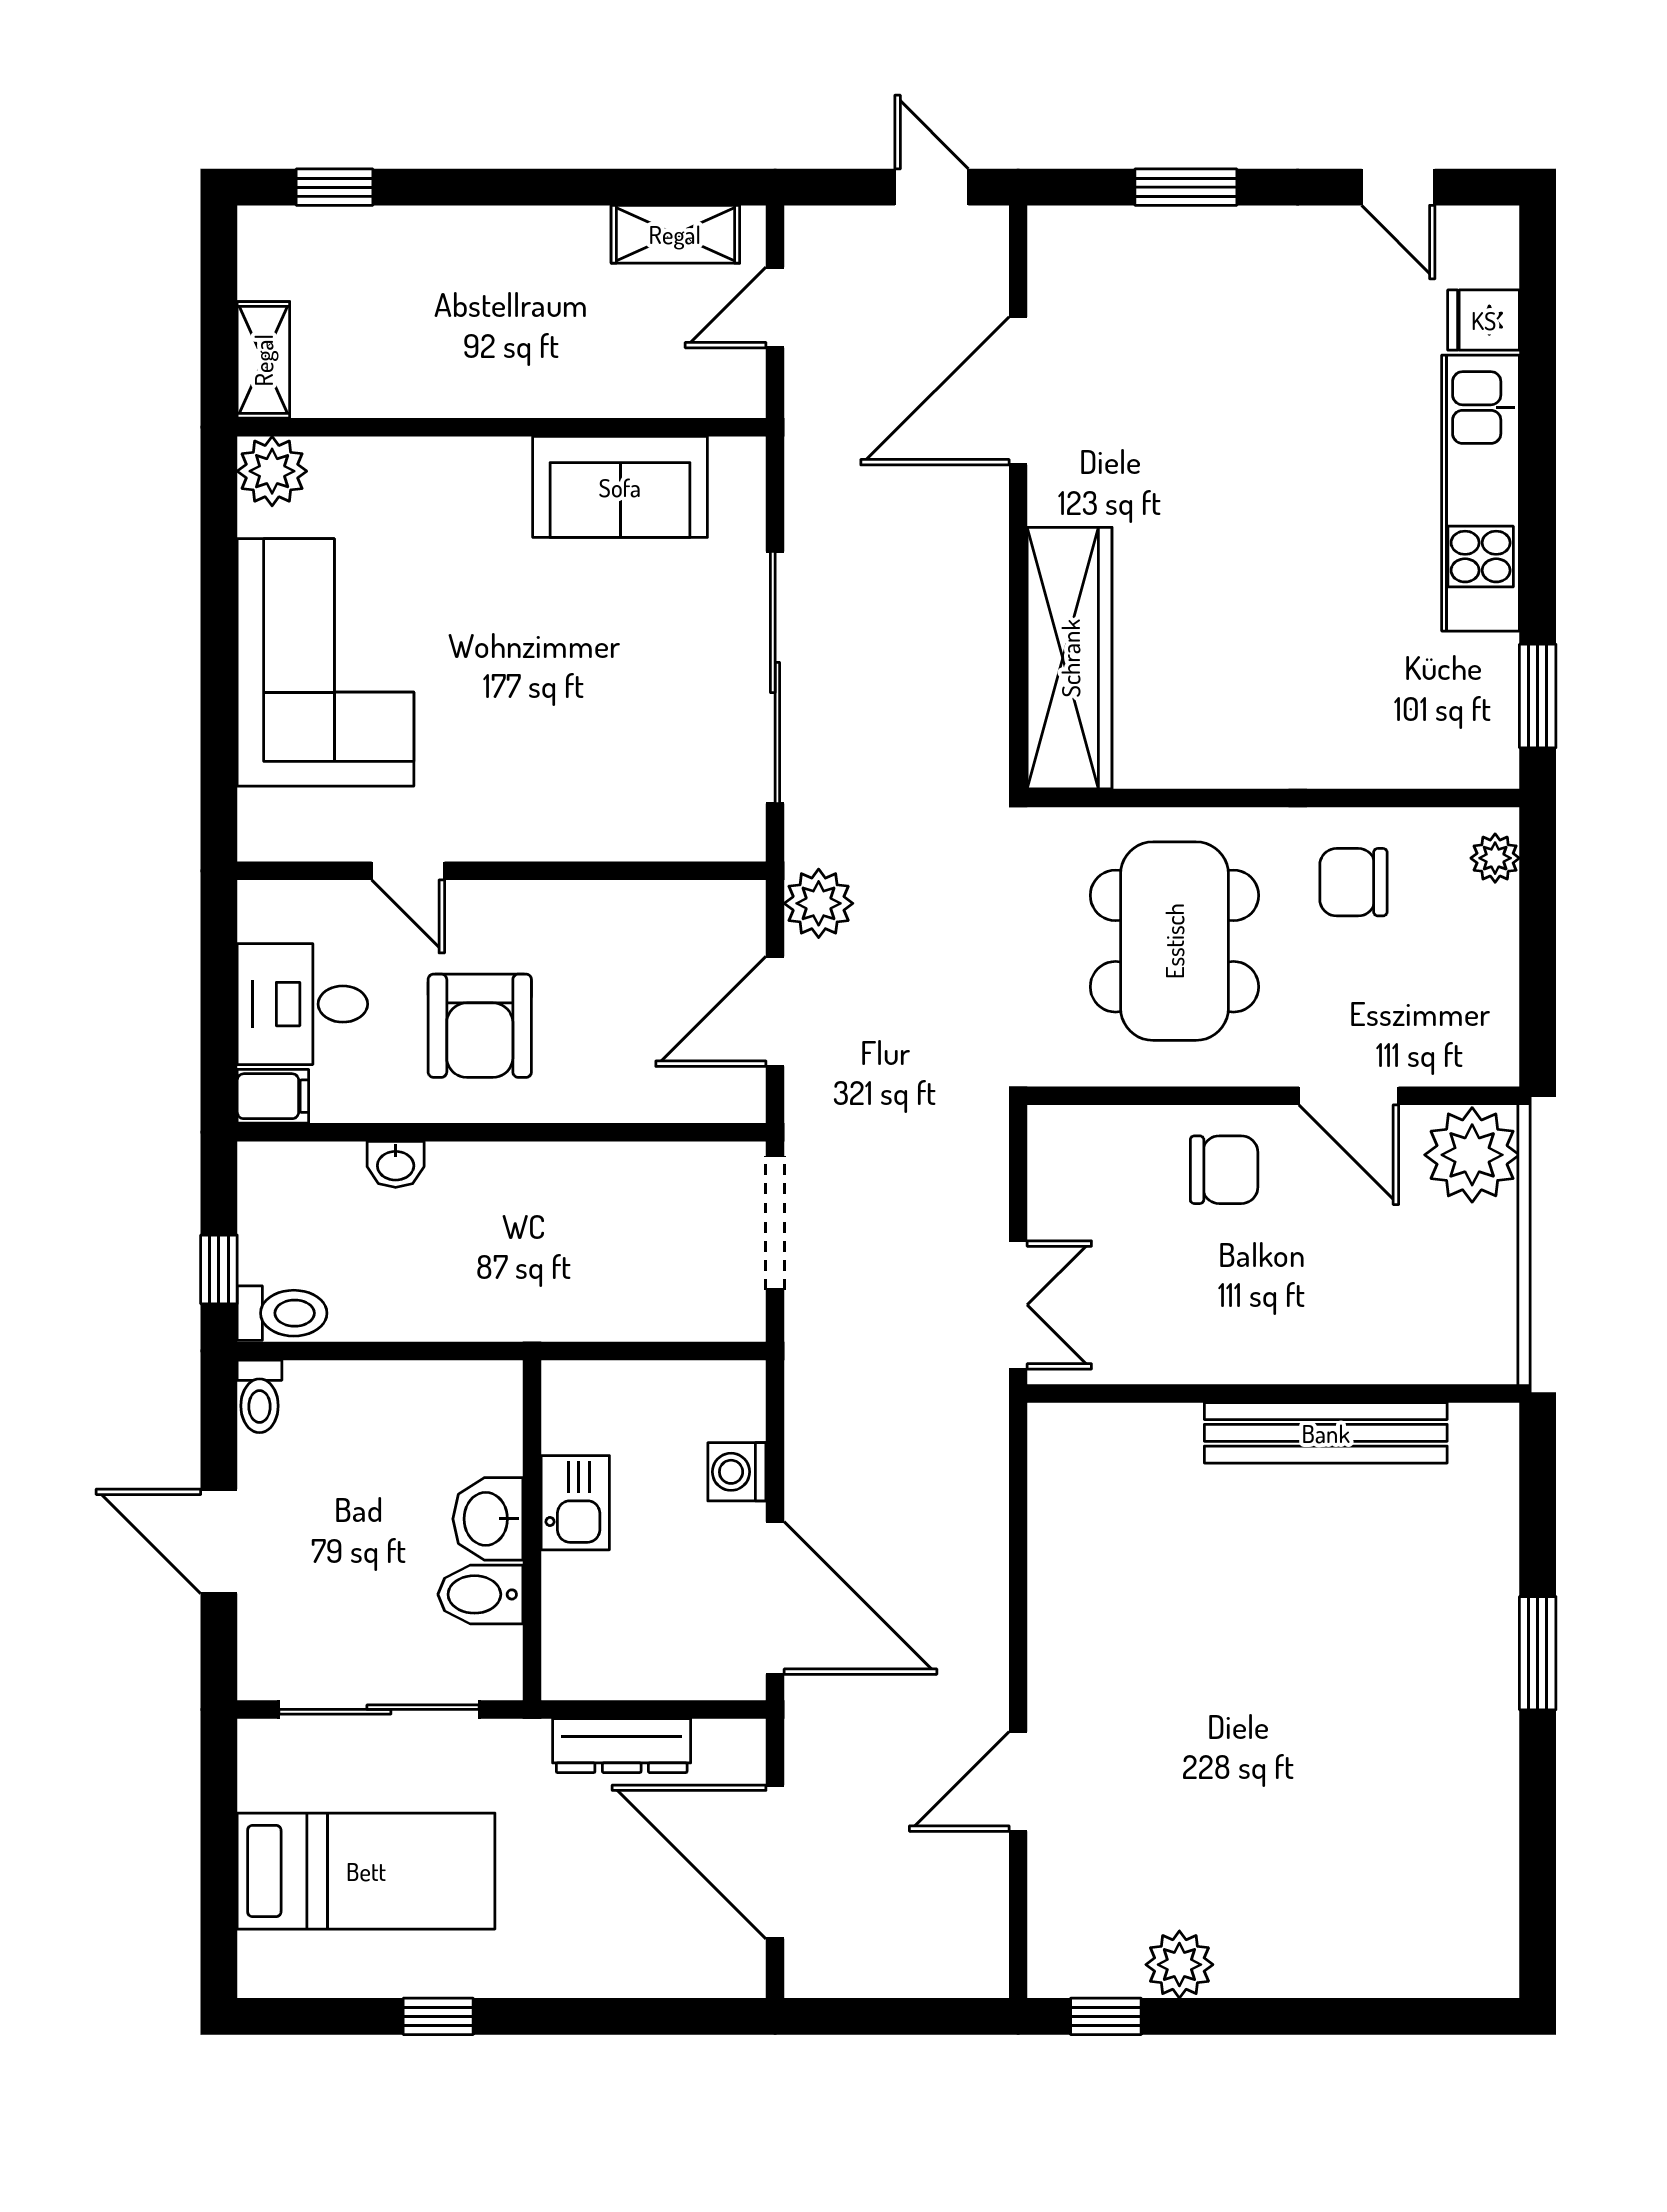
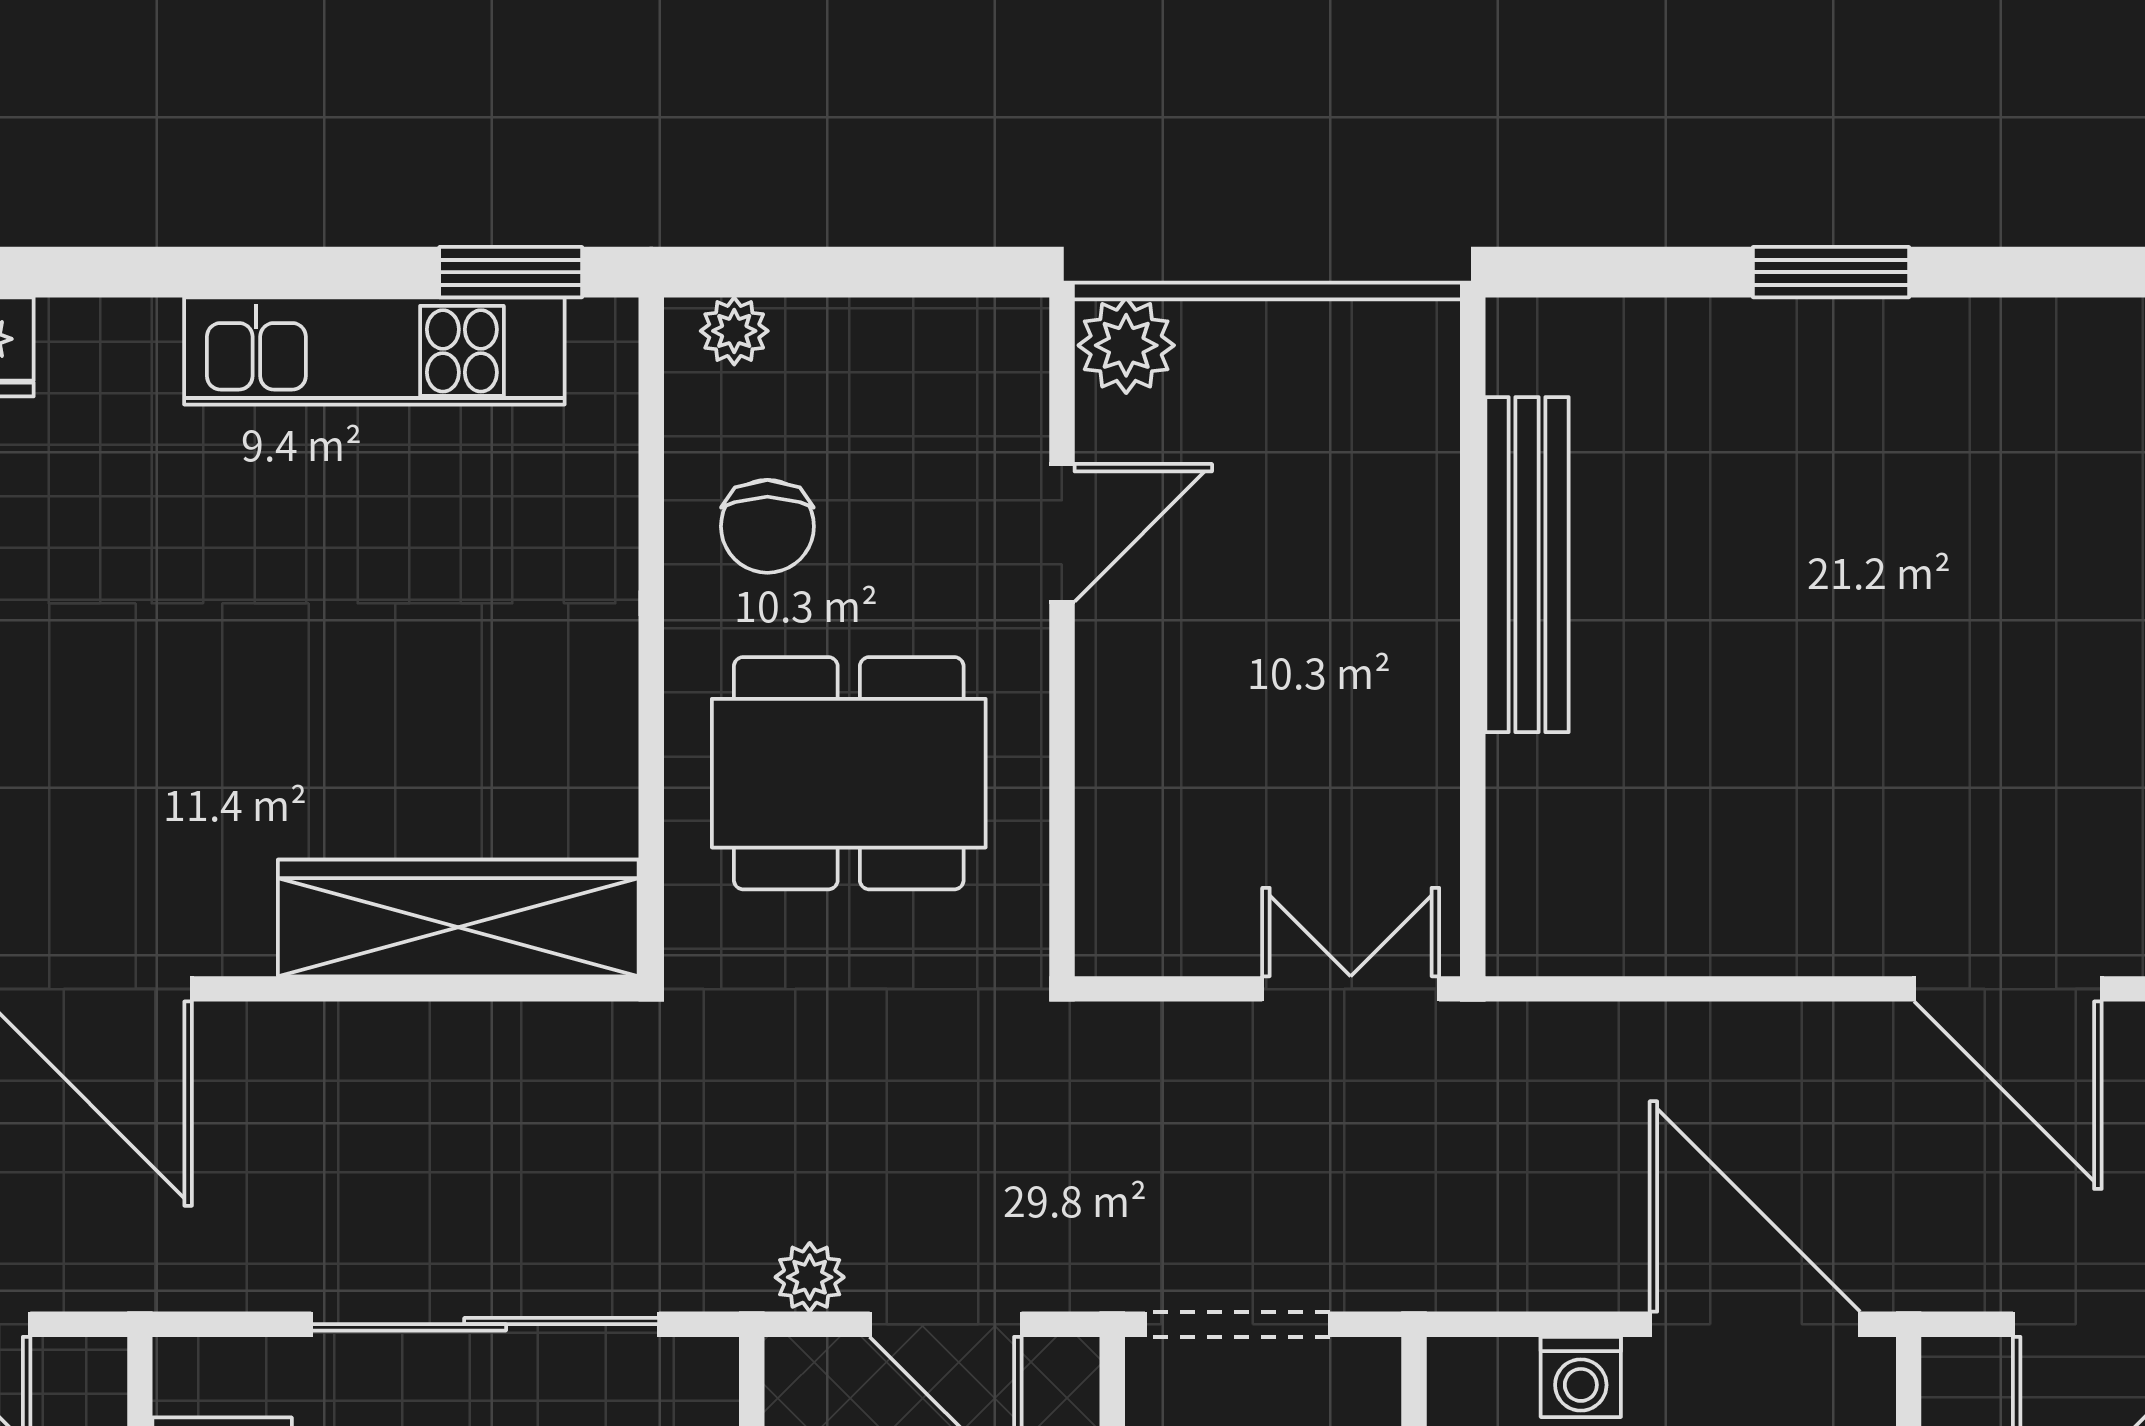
kitchen unit: (1481, 493) -> (374, 351), moved
plant: (819, 903) -> (810, 1277), width x0.73, depth x0.73
plant: (1472, 1155) -> (1126, 345), width x0.73, depth x0.73
chair: (1224, 1170) -> (1164, 705), removed
door: (775, 1598) -> (1755, 1324), hinge flipped
door: (1018, 1781) -> (2008, 989), width x1.36

